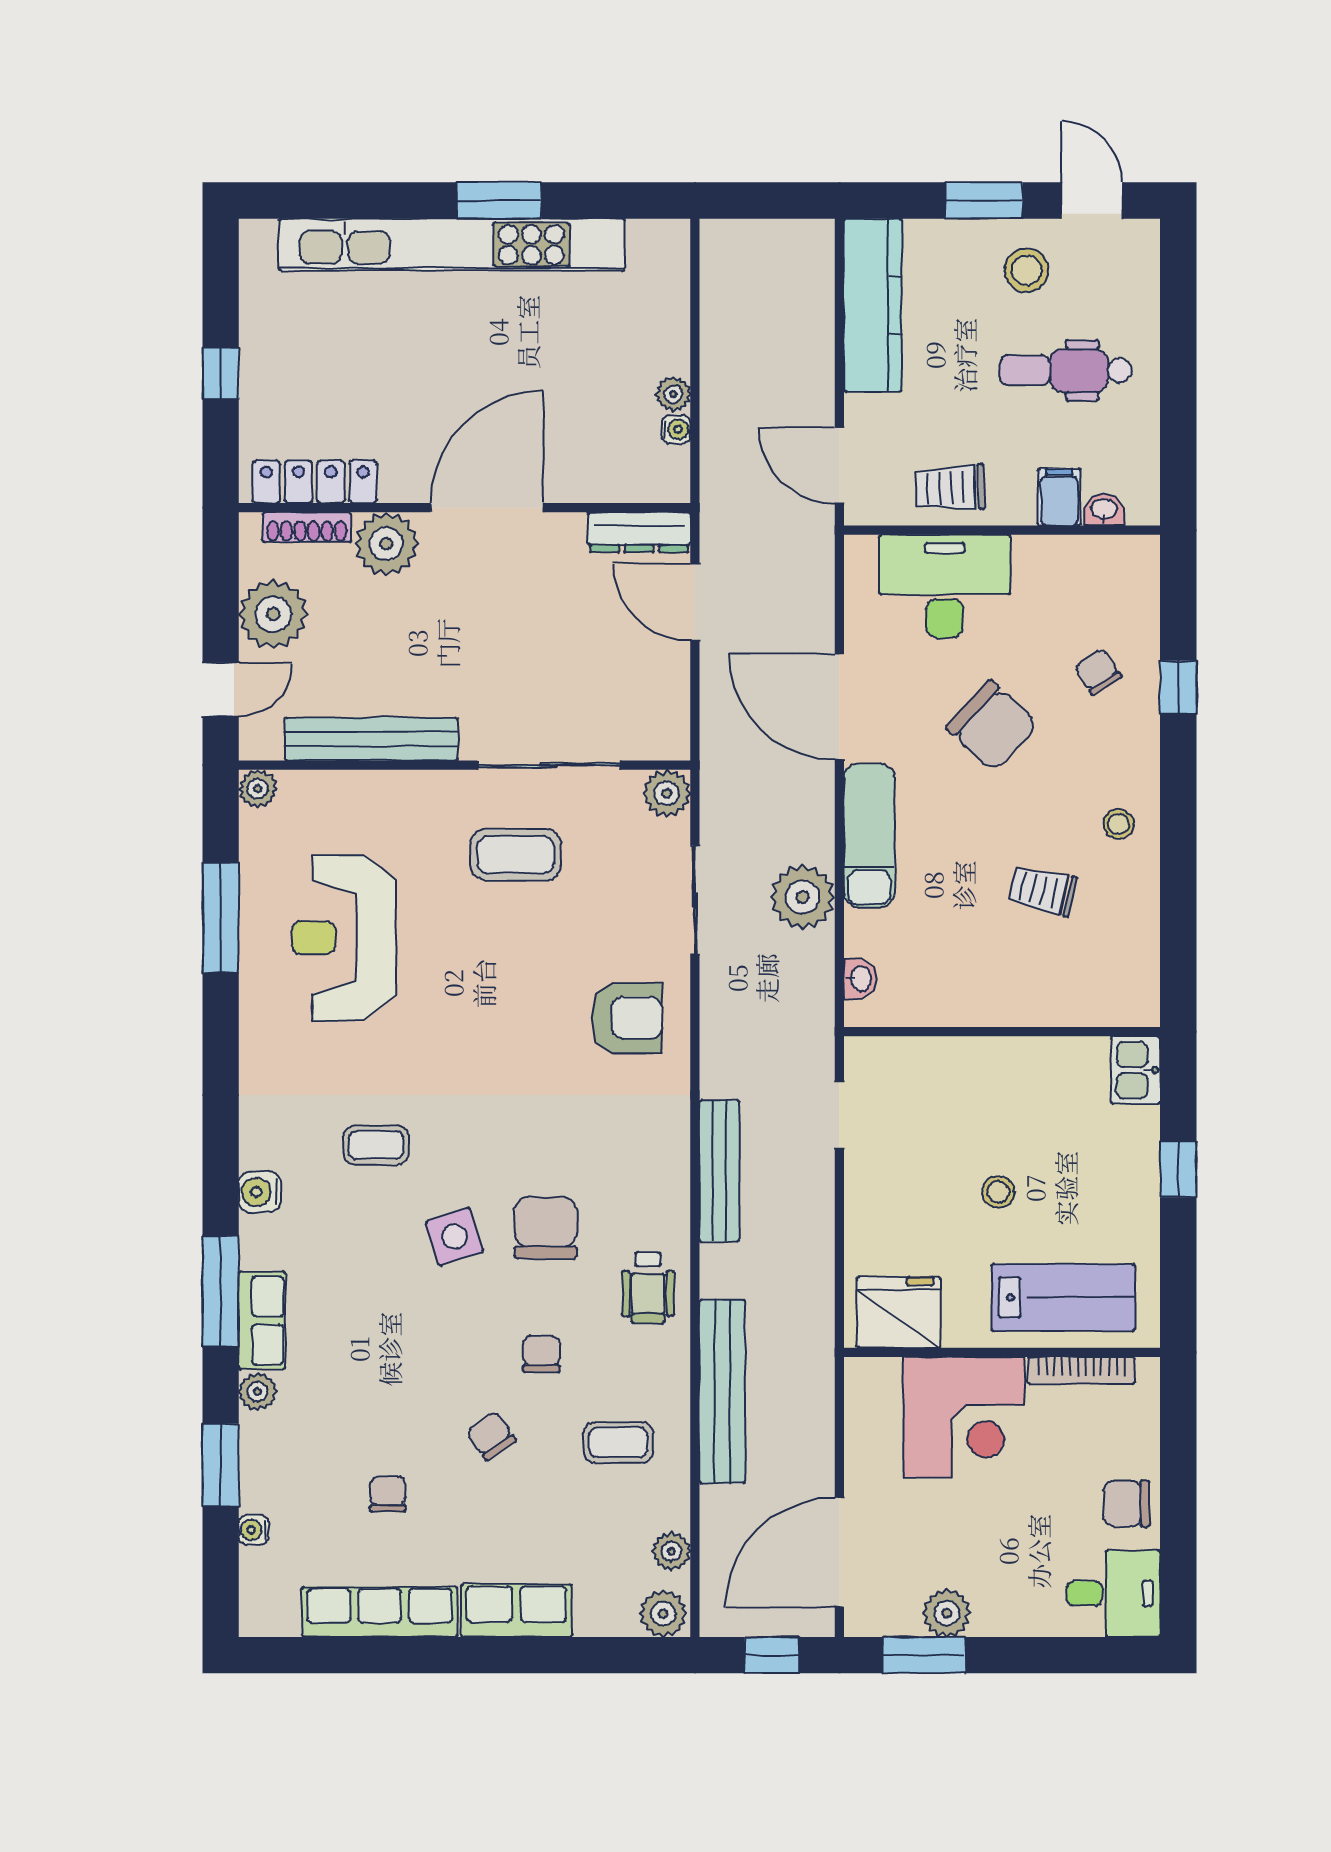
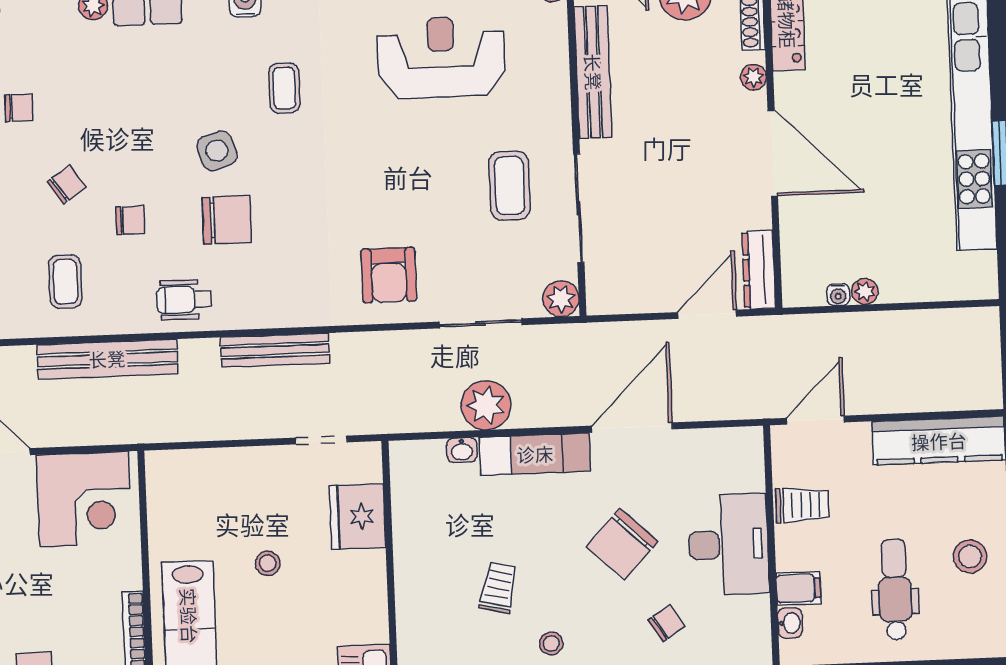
trolley: (950, 488) -> (802, 505), turned 92
plant: (386, 544) -> (753, 77), width x0.53, depth x0.53
desk: (945, 586) -> (729, 544), moved
washbasin: (860, 979) -> (462, 450), moved
fridge: (898, 1312) -> (357, 517), moved, turned 180
corner desk: (964, 1417) -> (84, 499), moved, turned -90

